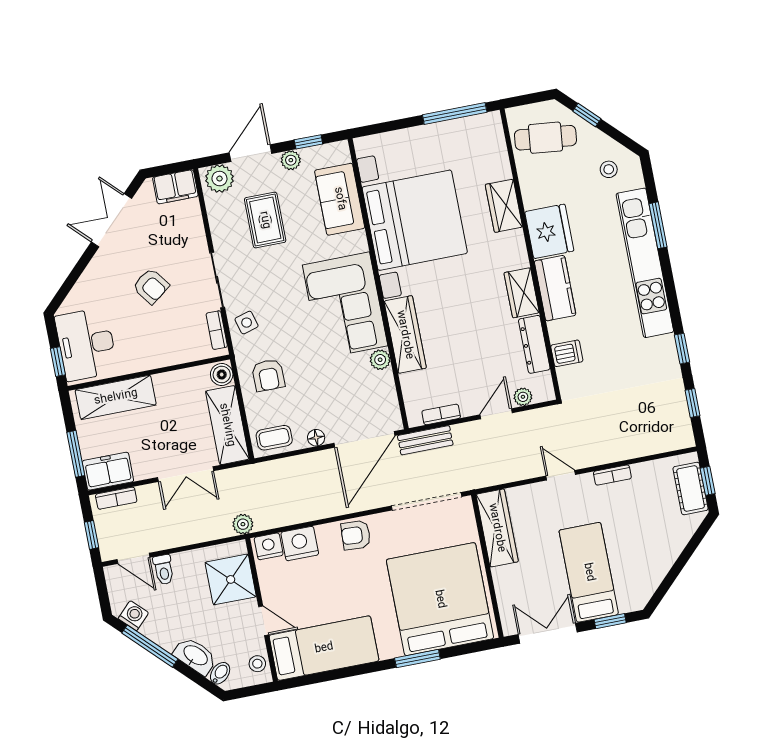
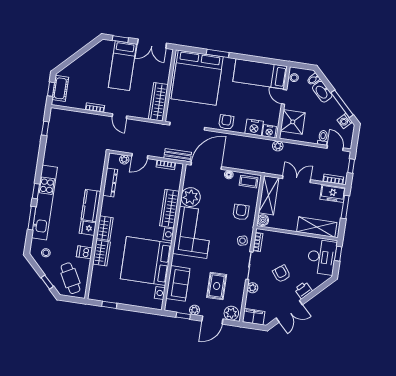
window: (455, 113) -> (109, 305), width x0.46
cafe table: (545, 138) -> (70, 278), turned 56
fridge: (549, 231) -> (88, 228), width x0.53, depth x0.75
plant: (196, 240) -> (252, 288), added
printer: (99, 270) -> (303, 290), added
wardrobe: (522, 293) -> (105, 228), moved
window: (682, 349) -> (36, 191), moved
dishwasher: (567, 353) -> (85, 252), moved
plant: (380, 360) -> (191, 197), width x1.87, depth x1.87
armchair: (356, 535) -> (226, 122), turned -93

